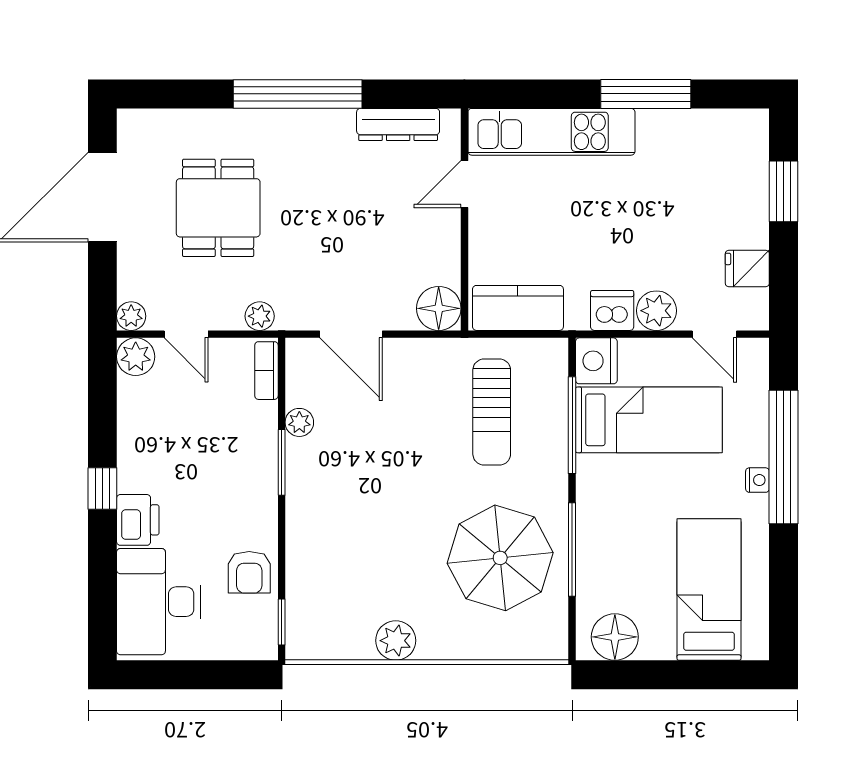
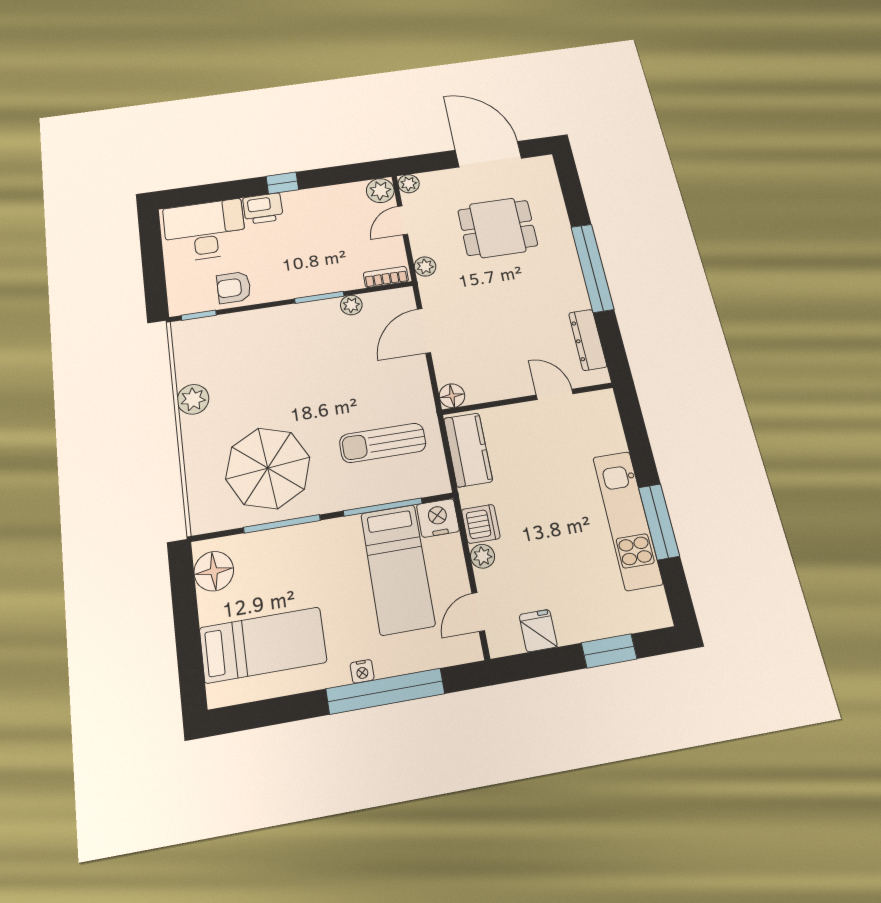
kitchen unit: (551, 132) -> (627, 520), moved
floor lamp: (439, 308) -> (452, 396), width x0.73, depth x0.73
plant: (656, 311) -> (483, 556), width x0.73, depth x0.73

